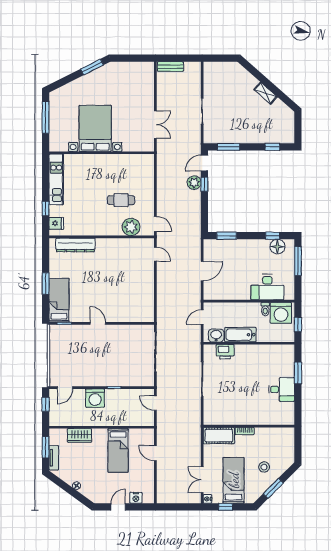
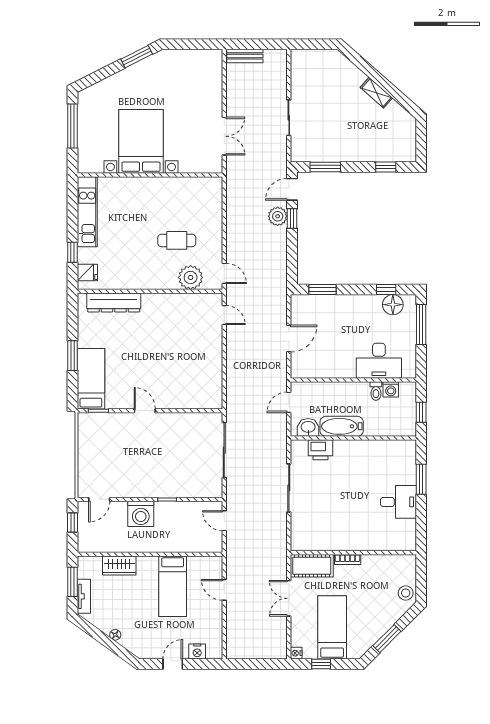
washing machine: (281, 313) -> (391, 389), width x0.53, depth x0.53
stool: (264, 467) -> (406, 593), moved
double door: (202, 480) -> (289, 598), moved

